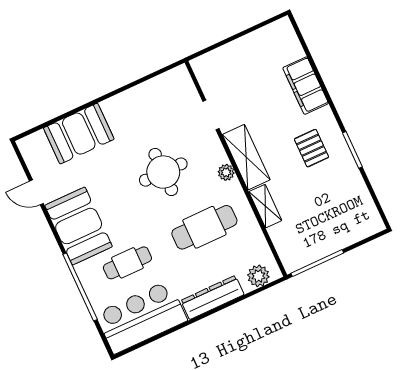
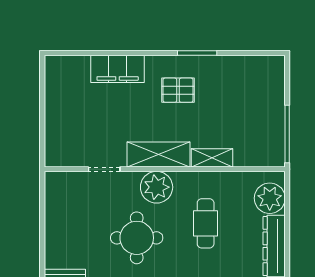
plant: (226, 172) -> (157, 187), width x1.87, depth x1.87
cafe table: (204, 227) -> (206, 223), width x0.73, depth x0.74
plant: (258, 276) -> (270, 198), width x1.36, depth x1.36

